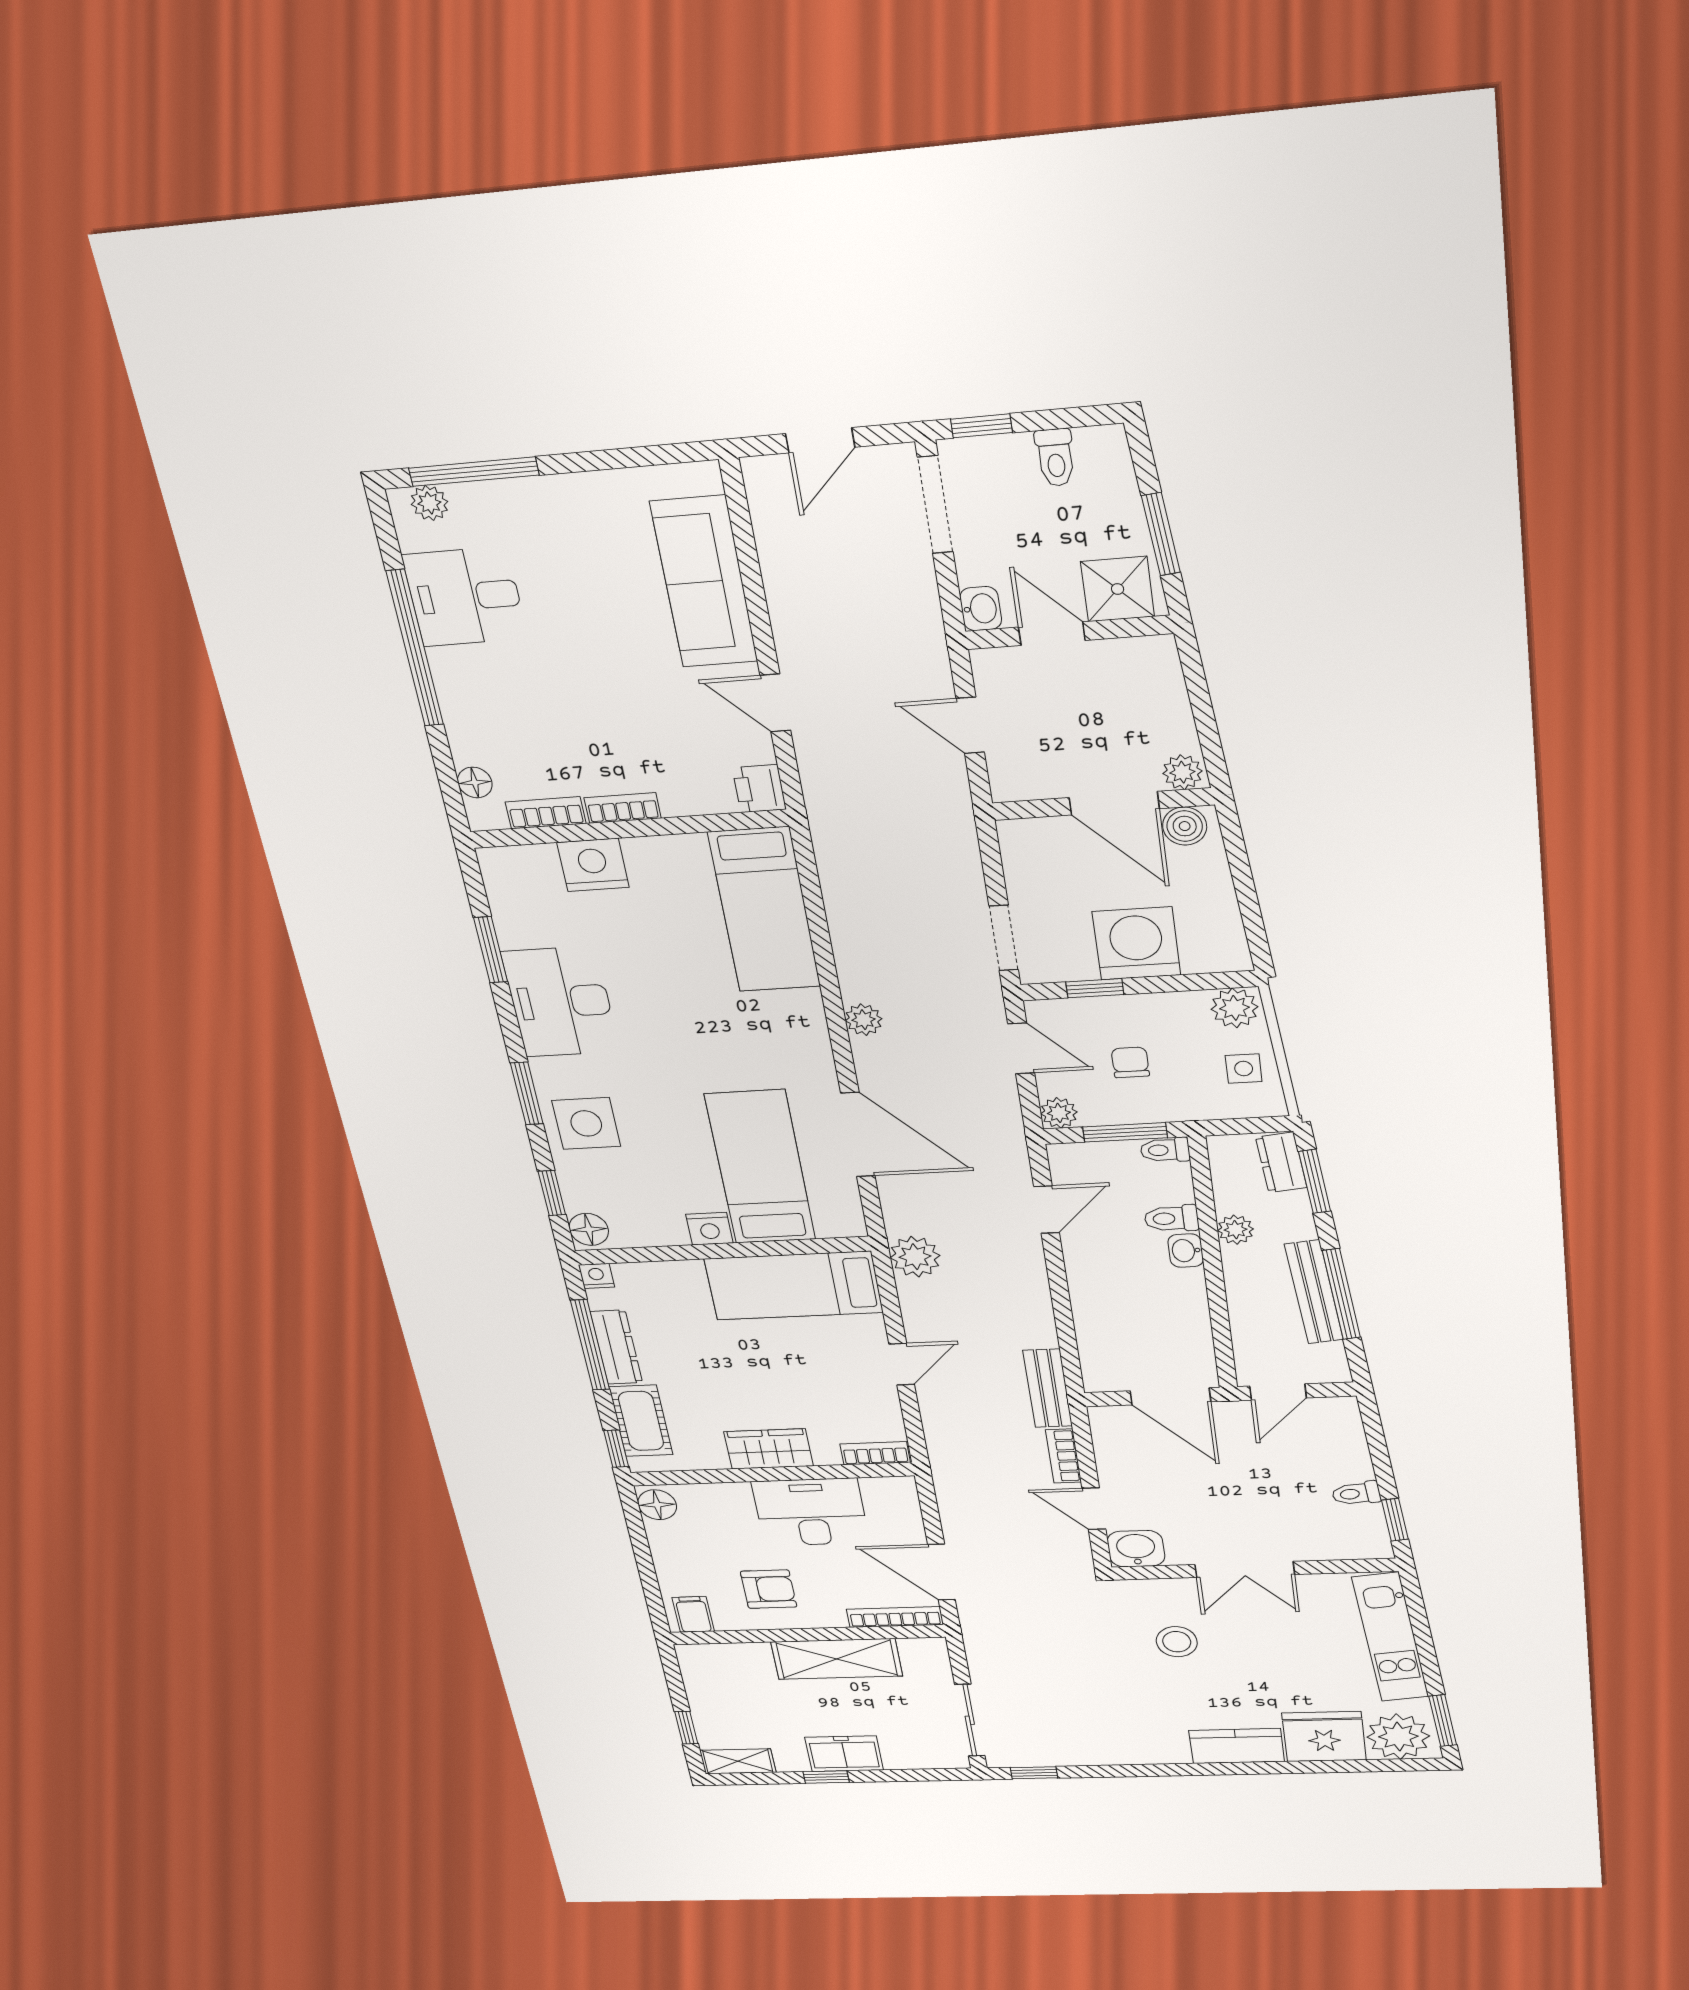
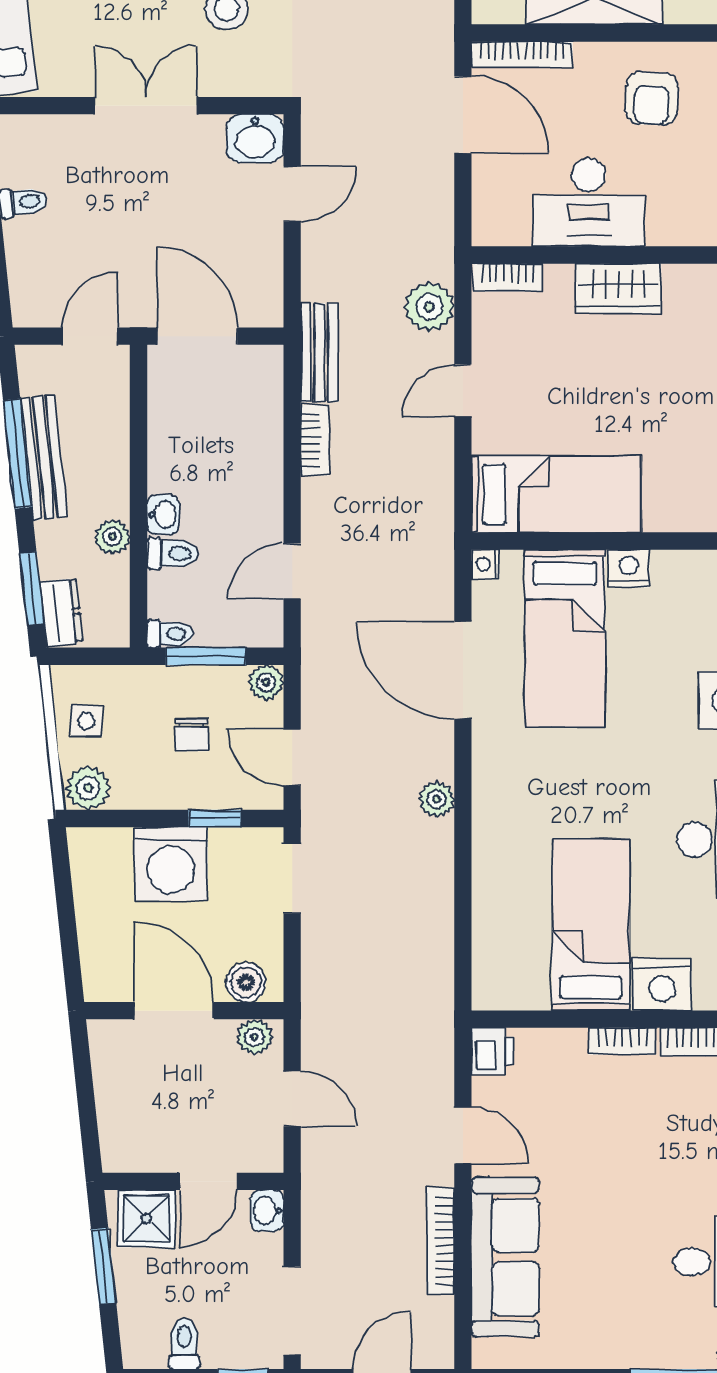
bookcase: (779, 592) -> (441, 1241), added
door: (1052, 634) -> (208, 1181), hinge flipped
plant: (1182, 772) -> (255, 1037), moved
boiler: (1185, 826) -> (246, 982), moved
bed: (764, 910) -> (591, 925), moved
nightstand: (853, 1225) -> (485, 564), added
plant: (915, 1257) -> (429, 307), moved
bookcase: (1063, 1456) -> (315, 440), moved
door: (1094, 1509) -> (292, 194), hinge flipped
armchair: (769, 1589) -> (652, 99), turned -88

